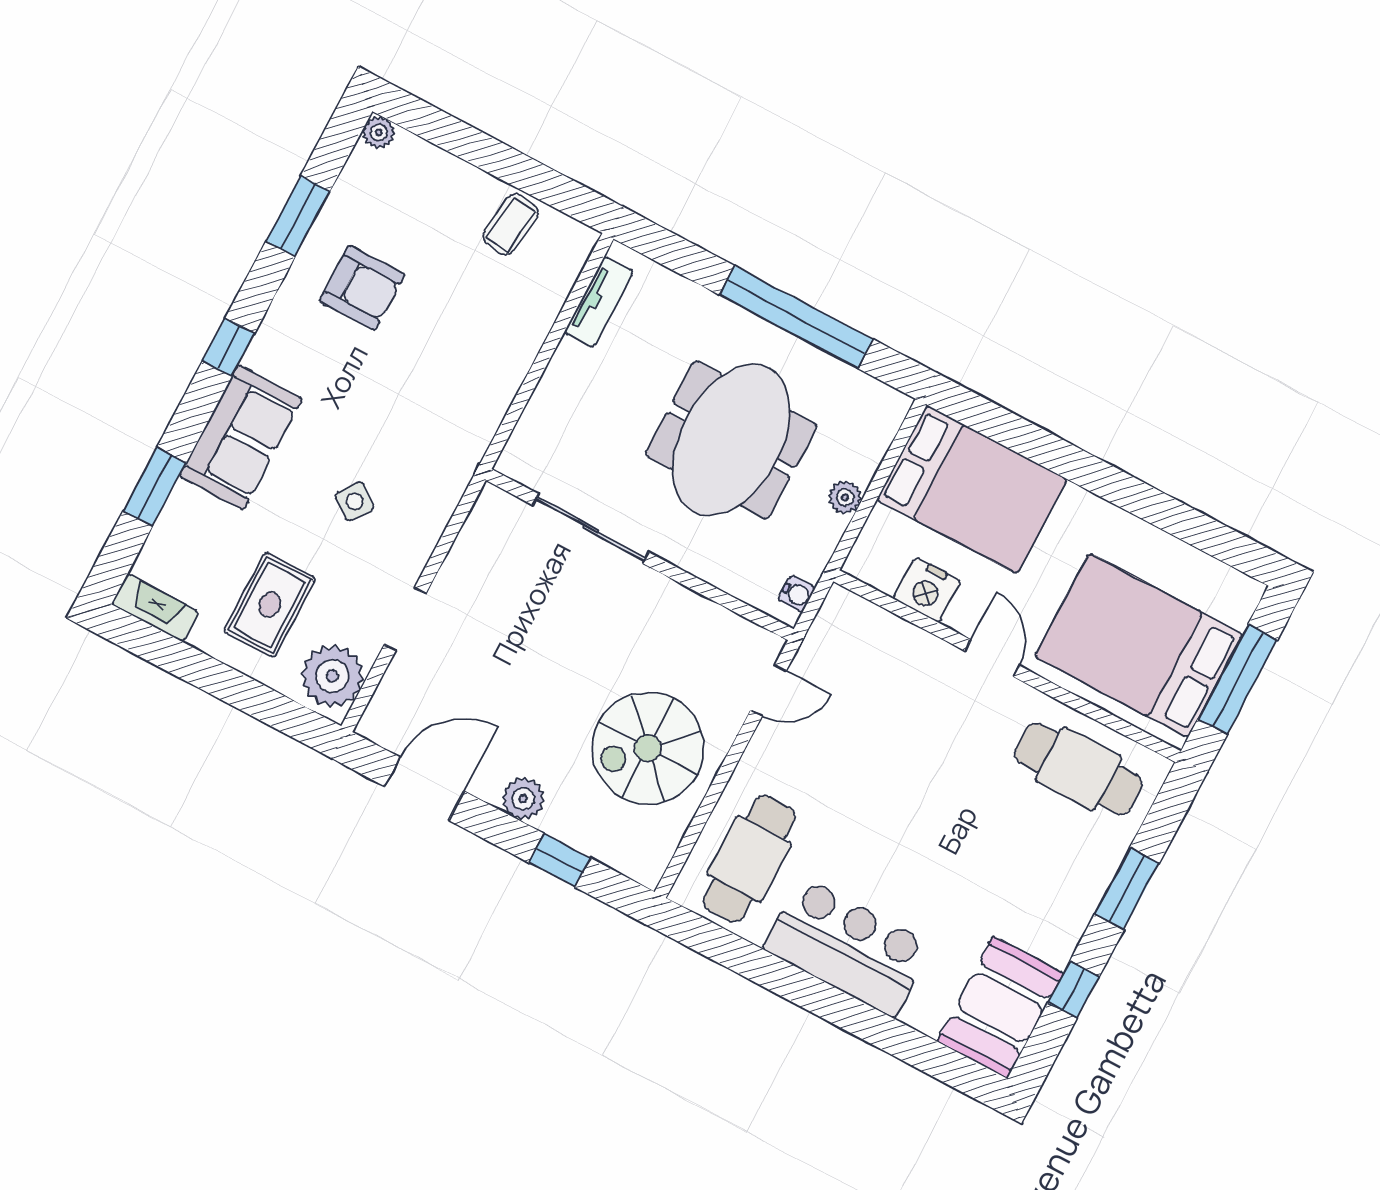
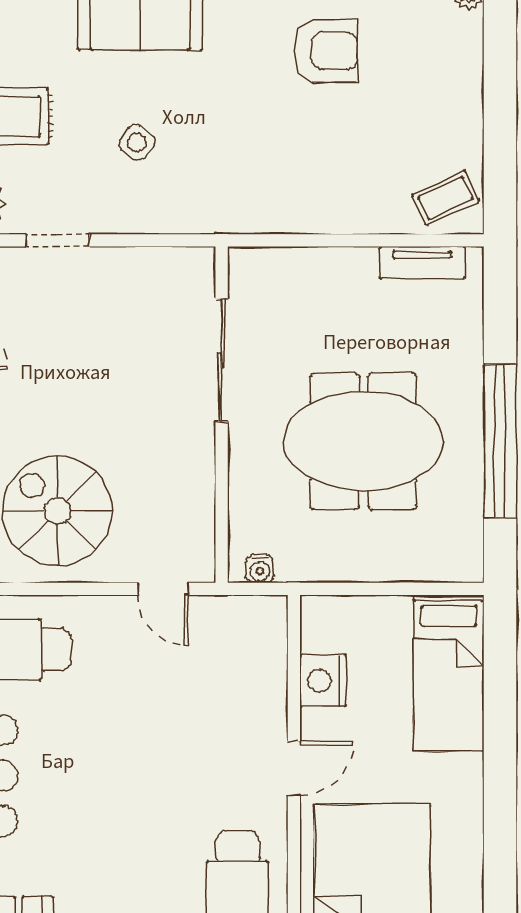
coffee table: (511, 224) -> (446, 198), moved, turned -32
armchair: (362, 288) -> (326, 51), turned -90
bed: (972, 489) -> (449, 673), width x0.67
plant: (845, 497) -> (366, 567), removed

